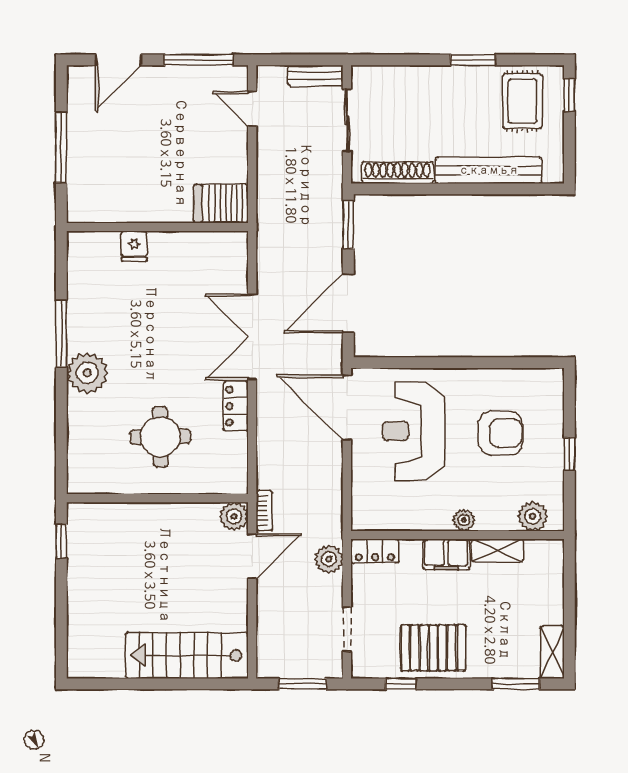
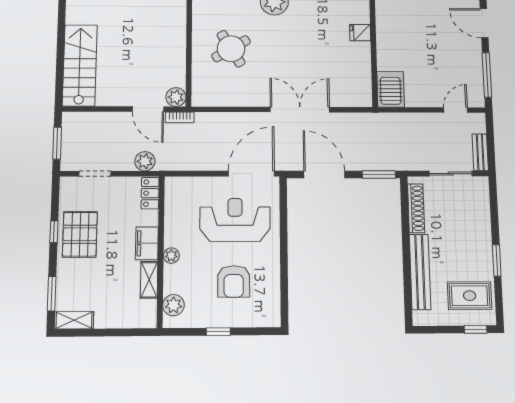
locker: (236, 406) -> (252, 98), removed
round table: (160, 437) -> (231, 49), turned -30
window: (401, 684) -> (54, 232), moved

